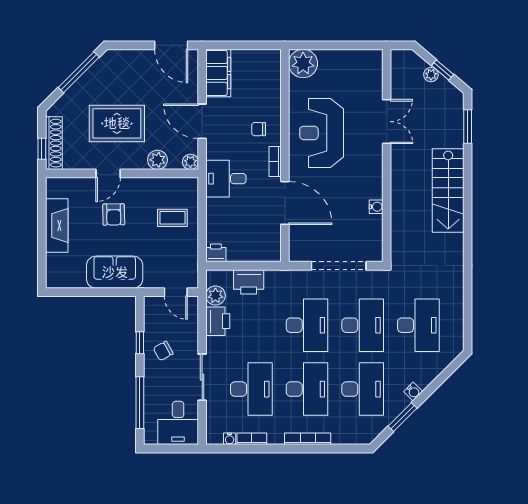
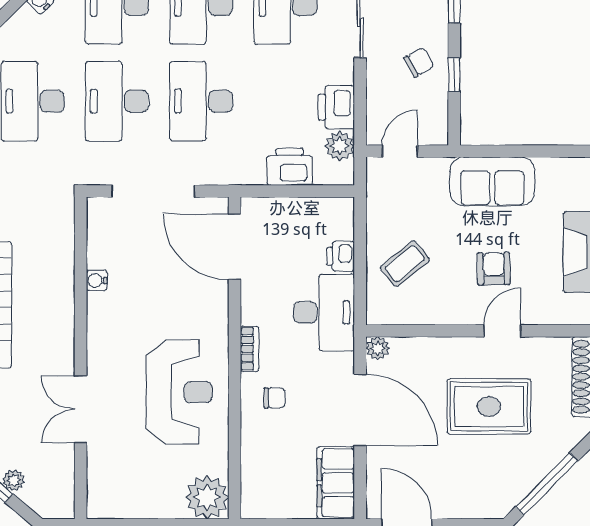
door: (202, 121) -> (360, 410), width x1.36
plant: (157, 160) -> (428, 351), removed
desk: (226, 179) -> (324, 312), width x1.37
door: (285, 203) -> (235, 247), moved
coffee table: (172, 218) -> (405, 264), turned -39
printer: (216, 253) -> (341, 256), moved, turned 90
door: (176, 292) -> (400, 151), hinge flipped

